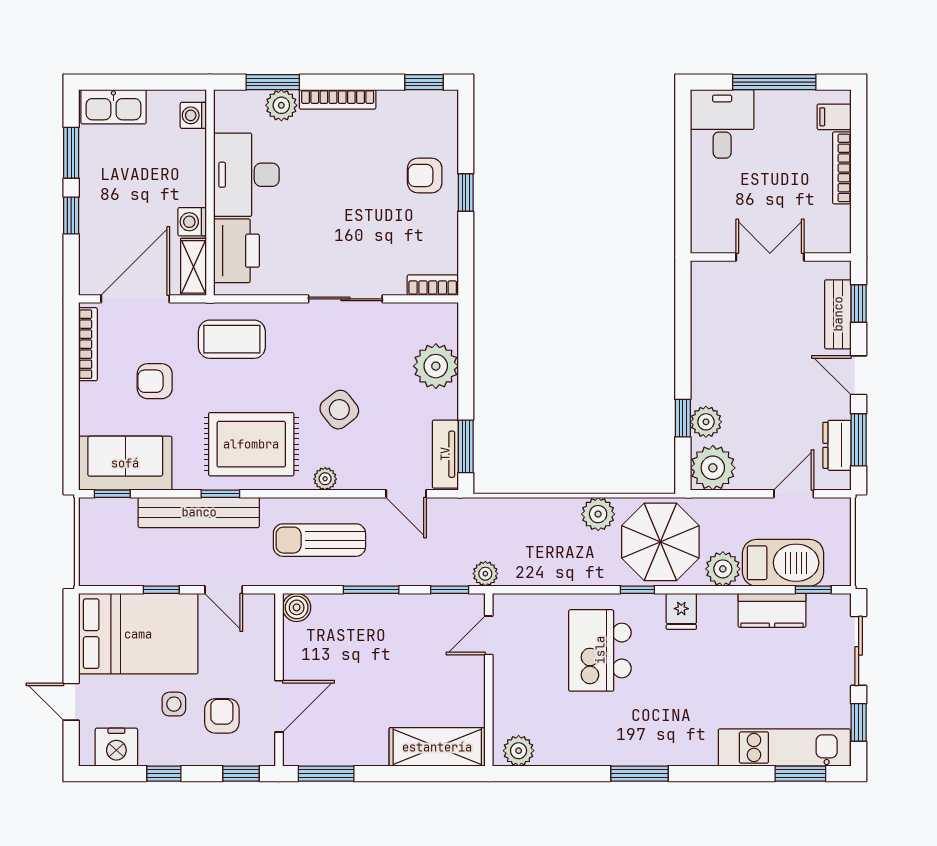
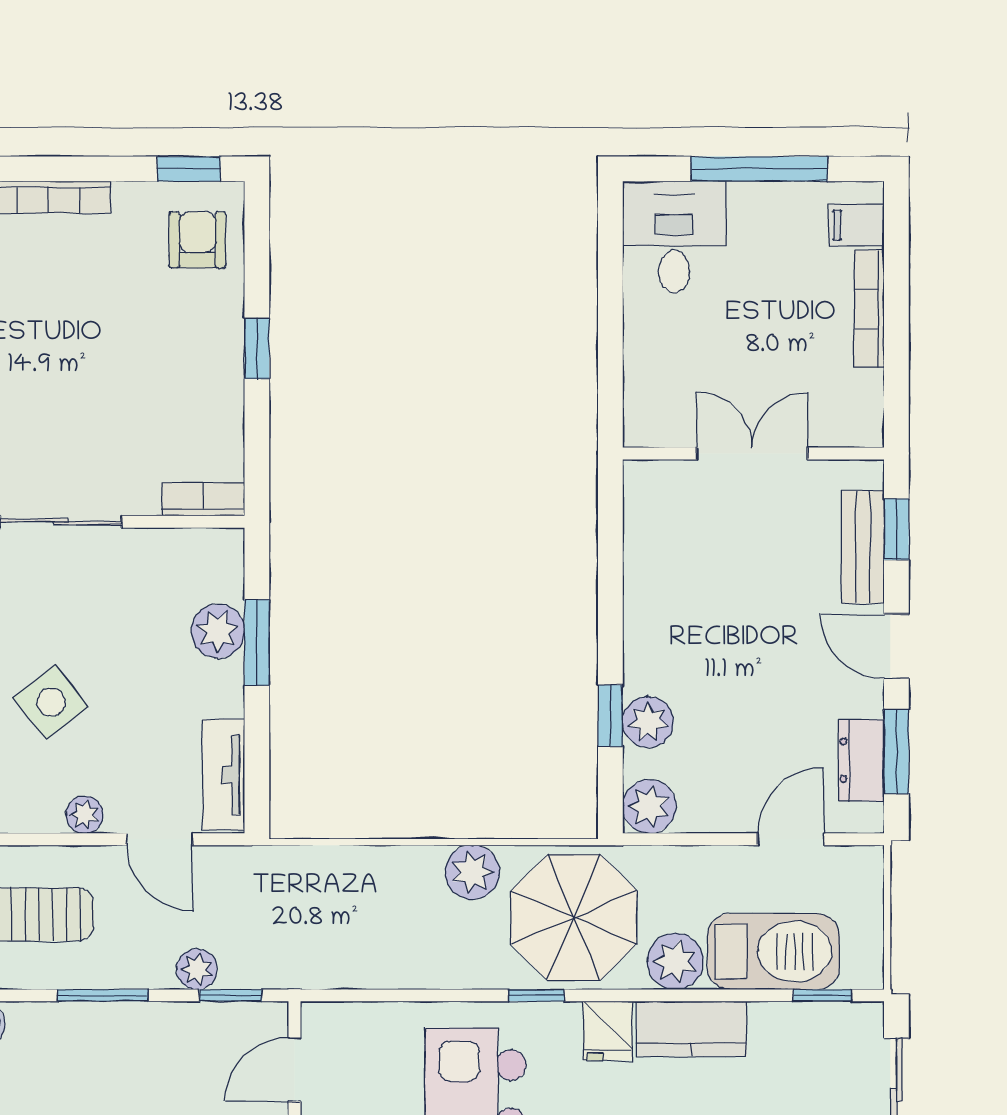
armchair: (425, 175) -> (197, 240), moved, turned 90
plant: (436, 366) -> (218, 631), width x0.73, depth x0.73
window: (466, 446) -> (257, 643), moved
plant: (713, 468) -> (649, 807), width x0.73, depth x0.73
plant: (325, 479) -> (85, 815), moved
plant: (485, 574) -> (197, 969), moved
kitchen counter: (772, 610) -> (692, 1029), moved

